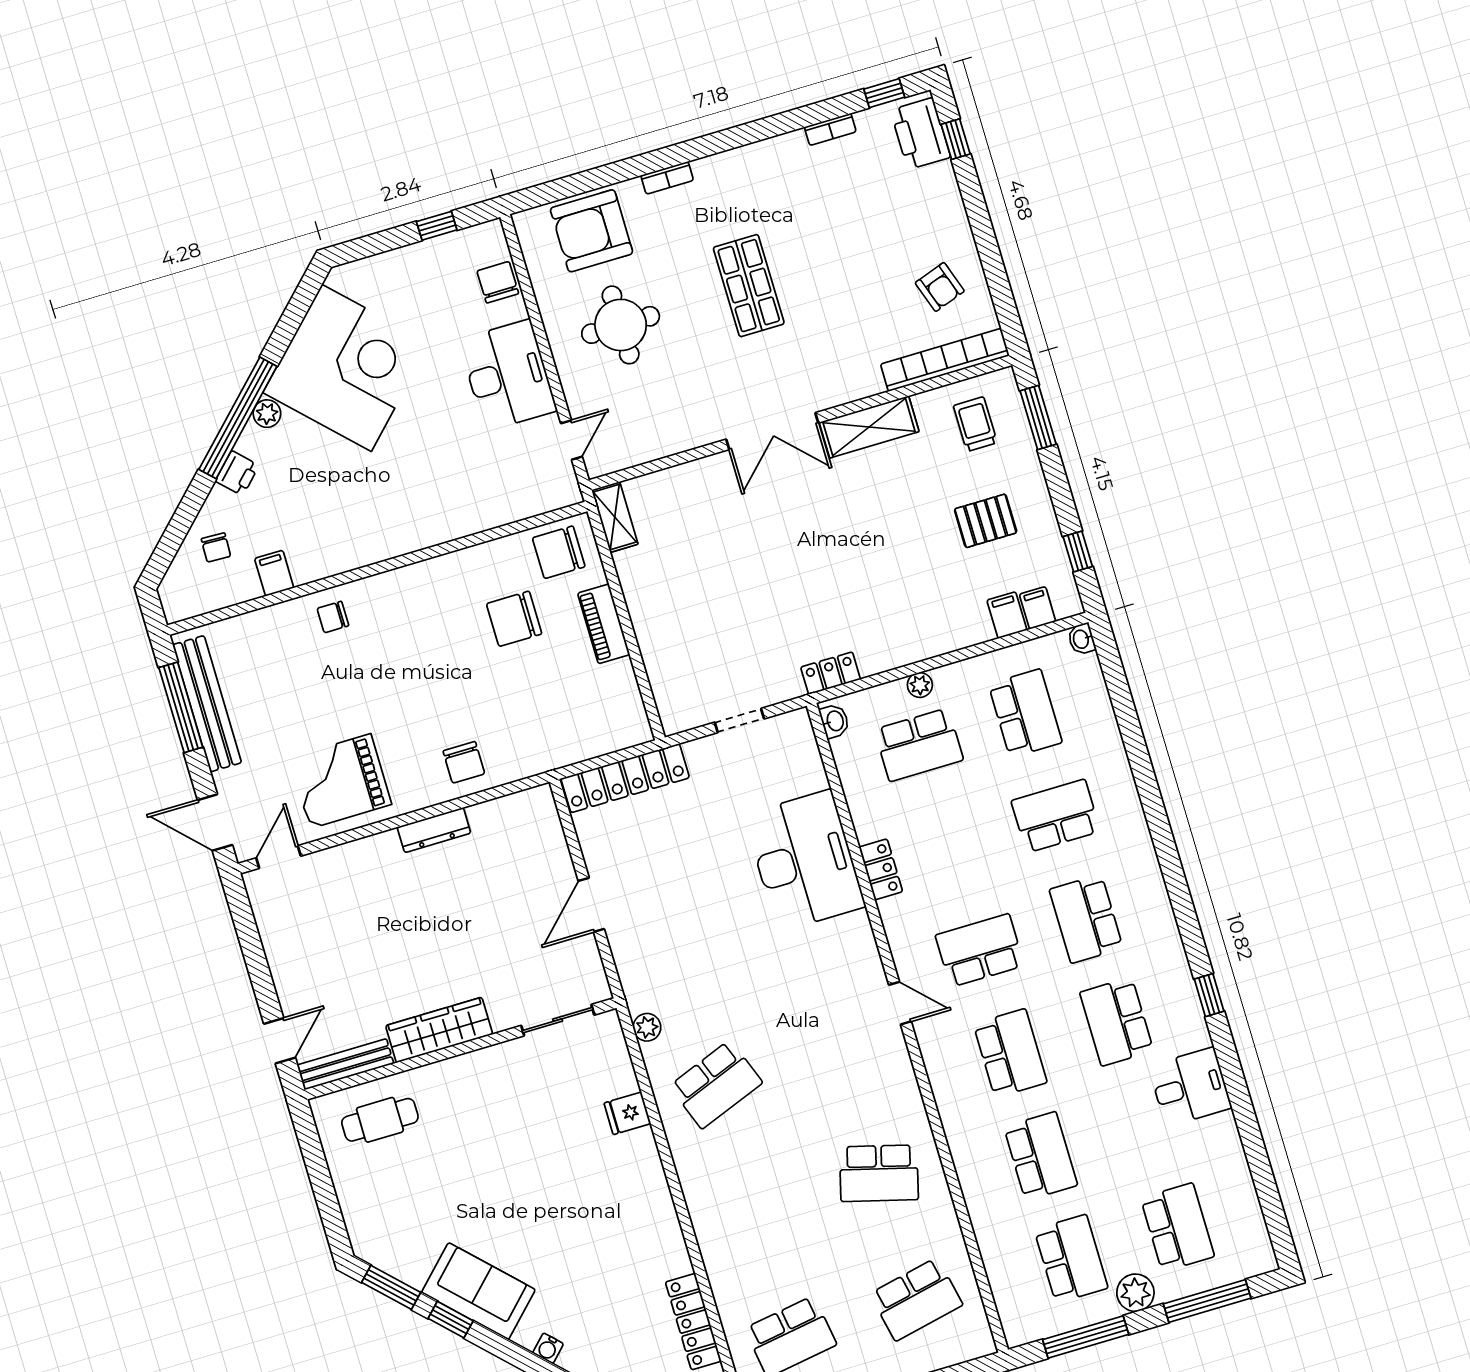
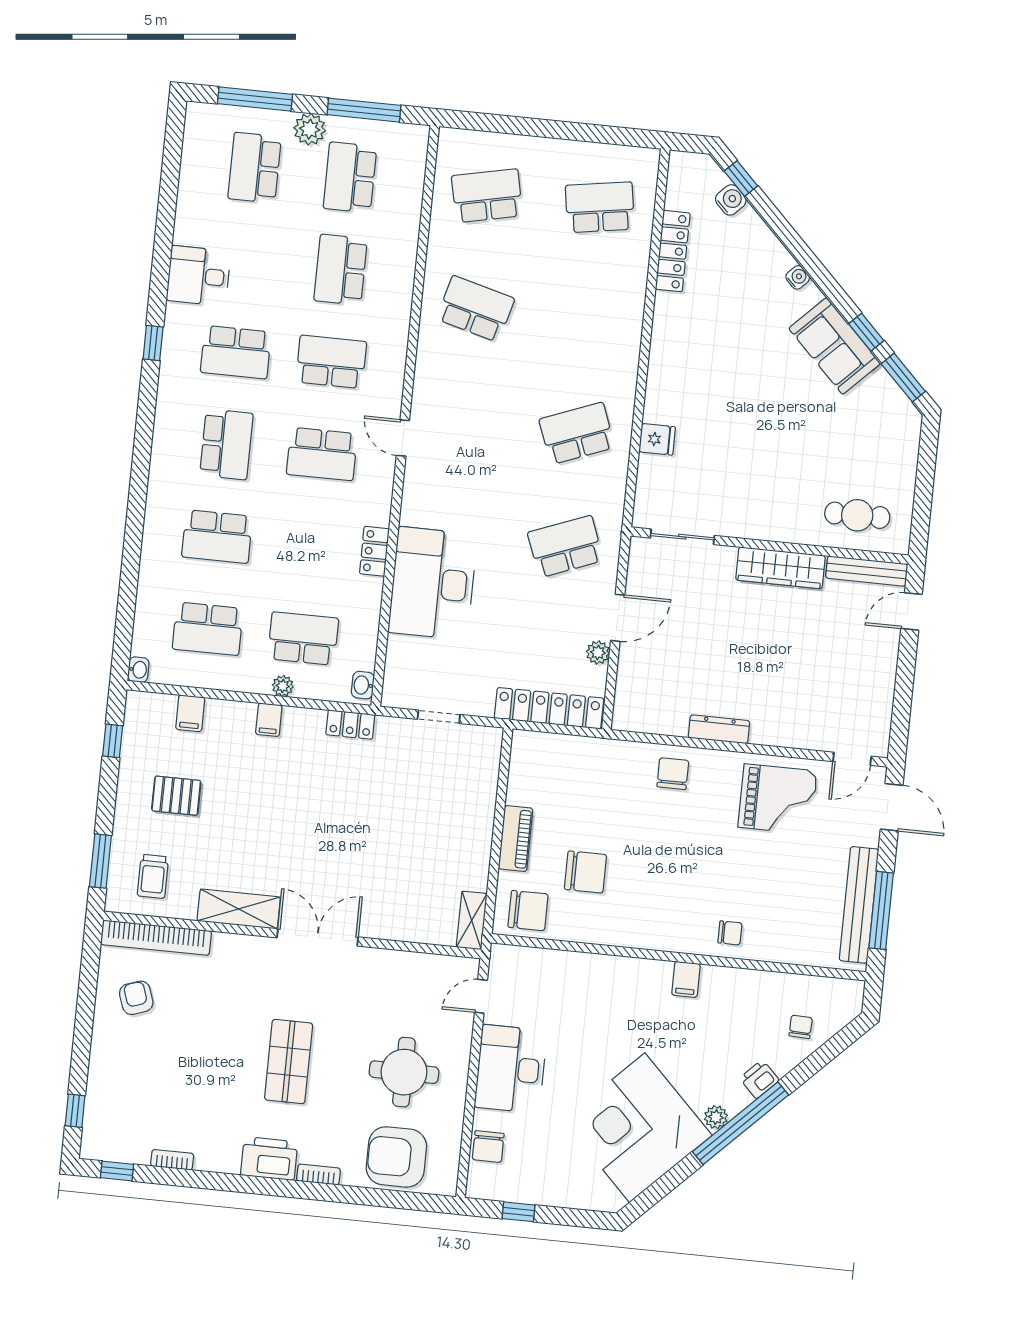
printer: (920, 134) -> (269, 1158), moved, turned -90
armchair: (592, 231) -> (396, 1157), turned 180
filing cabinet: (274, 573) -> (686, 979), moved
filing cabinet: (1038, 608) -> (269, 720), moved
school desk: (1025, 713) -> (208, 629), turned -90
school desk: (678, 958) -> (565, 546), added
school desk: (1117, 1022) -> (236, 352), turned 90
plant: (647, 1027) -> (598, 653), moved
school desk: (1010, 1053) -> (331, 362), turned 90

